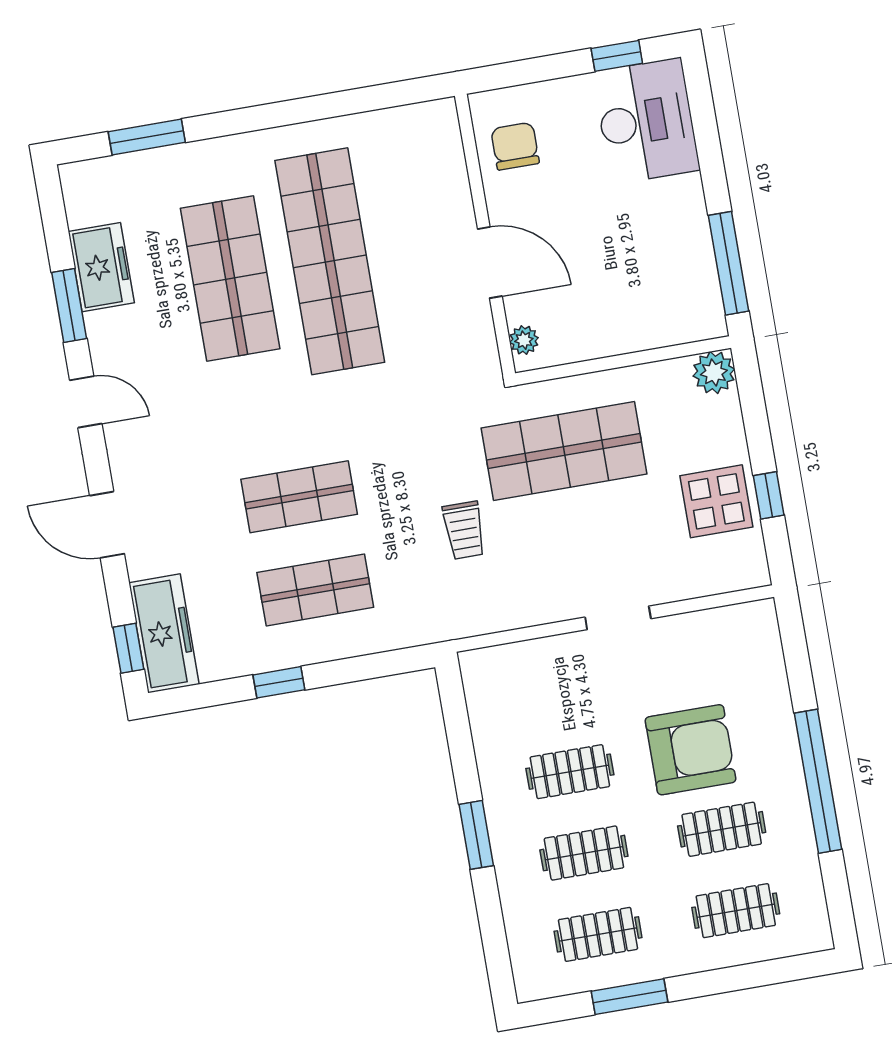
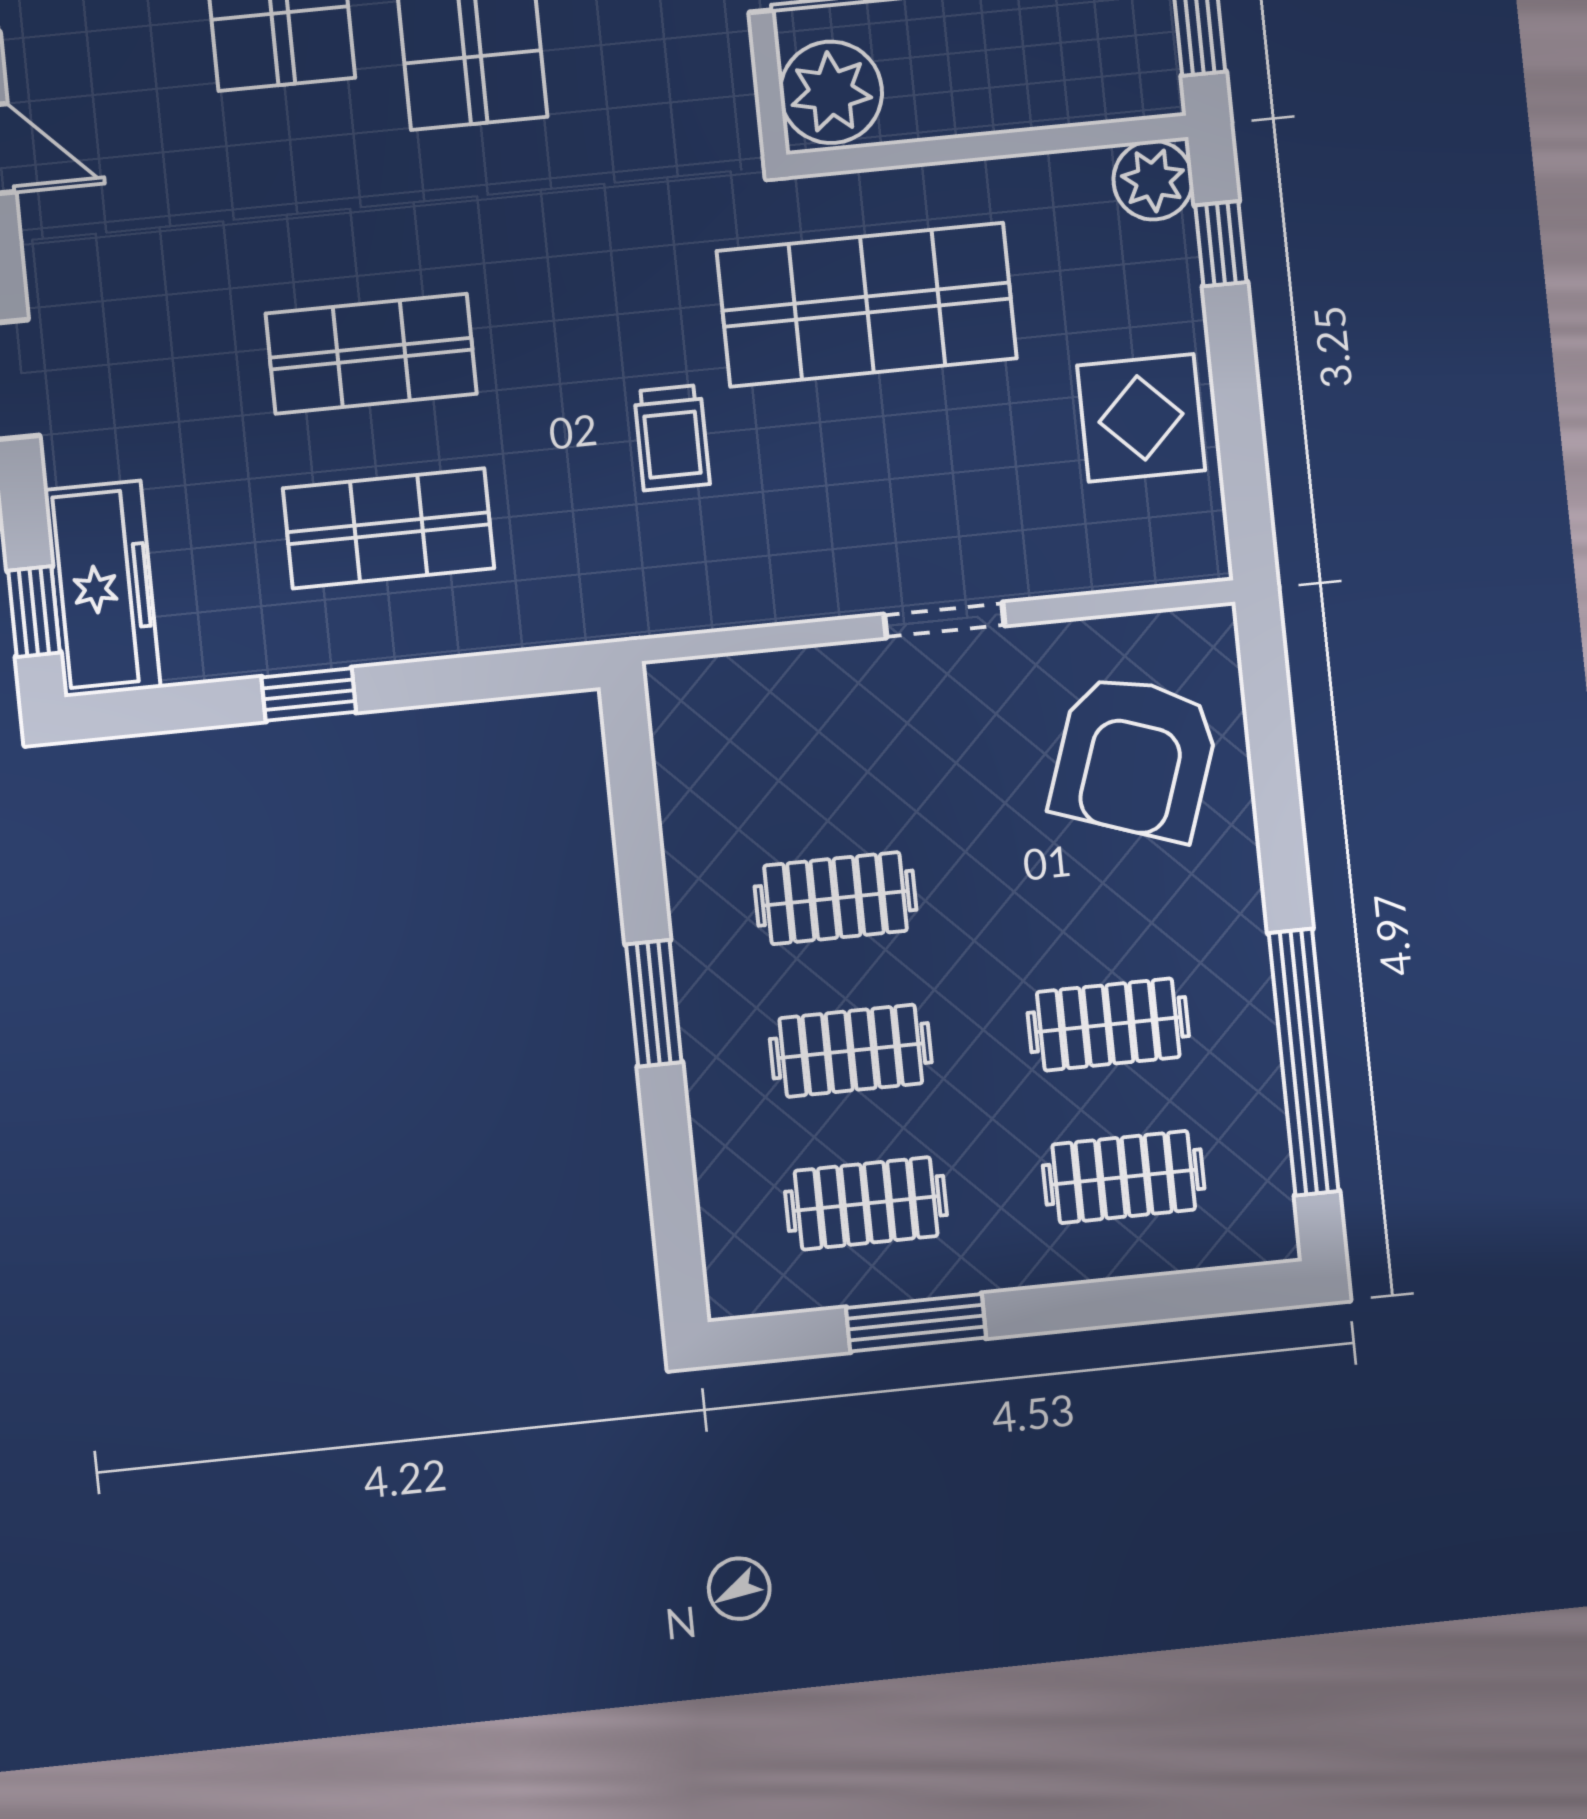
plant: (524, 340) -> (831, 92), width x1.88, depth x1.88
window: (769, 495) -> (1221, 244), moved
armchair: (691, 750) -> (1135, 757), moved, turned 109
window: (818, 781) -> (1304, 1062), moved

